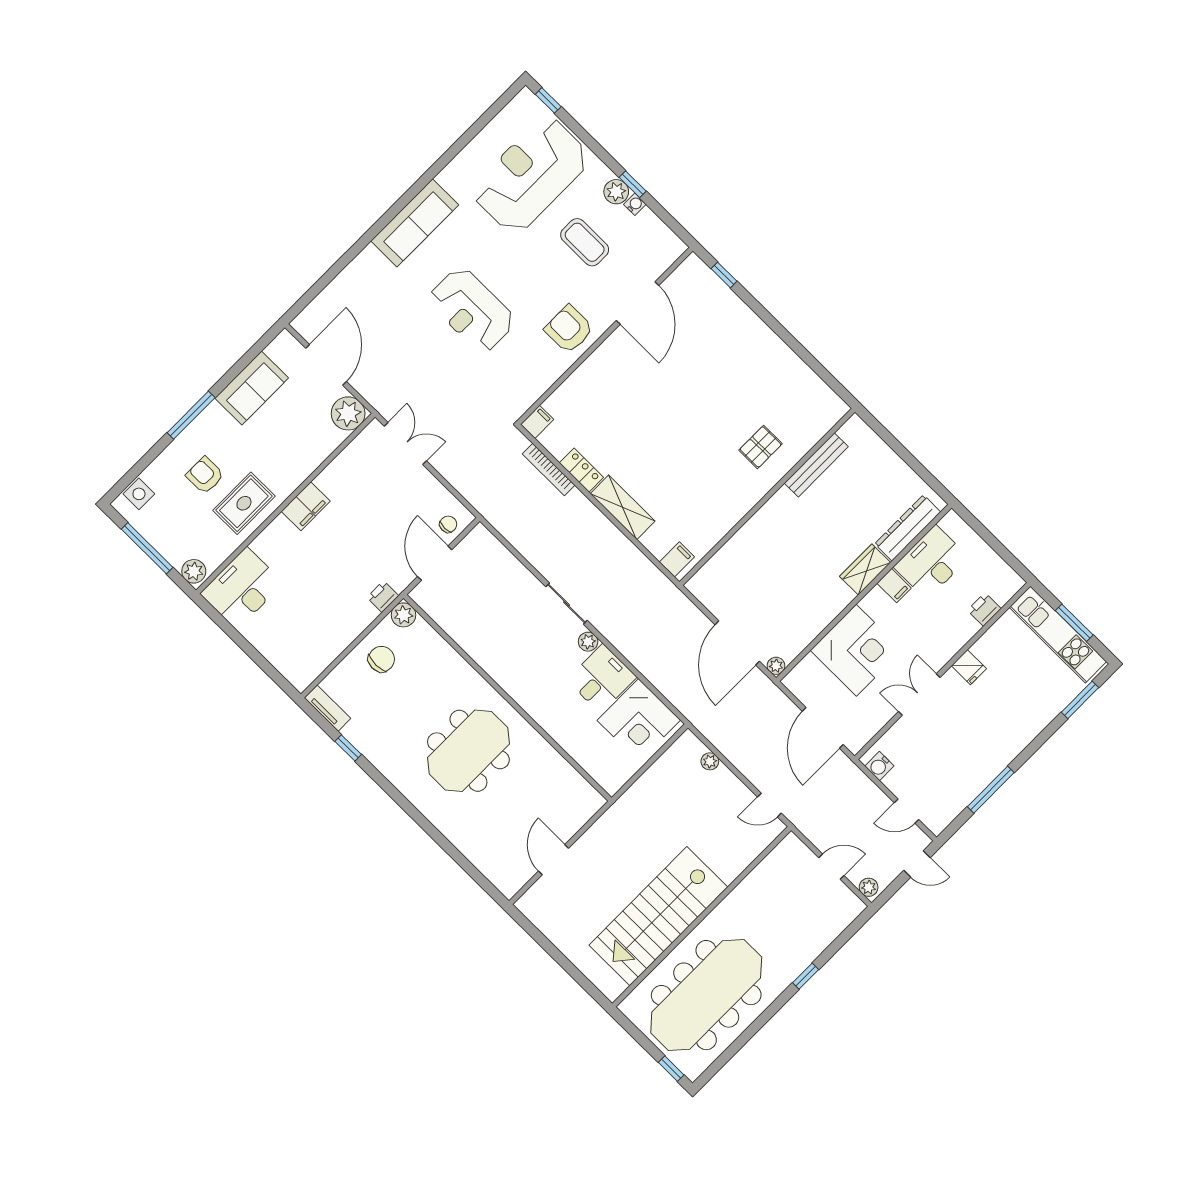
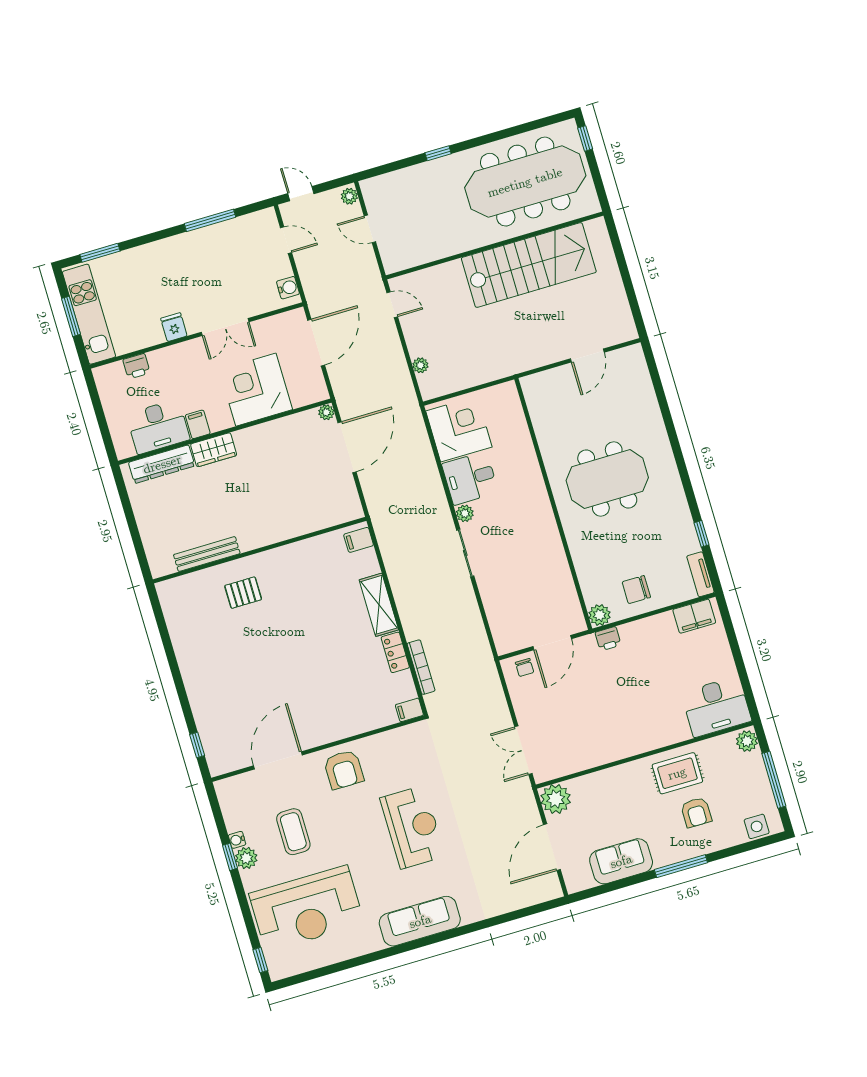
filing cabinet: (306, 506) -> (694, 616), moved, turned 180
chair: (448, 524) -> (525, 667), turned -90

